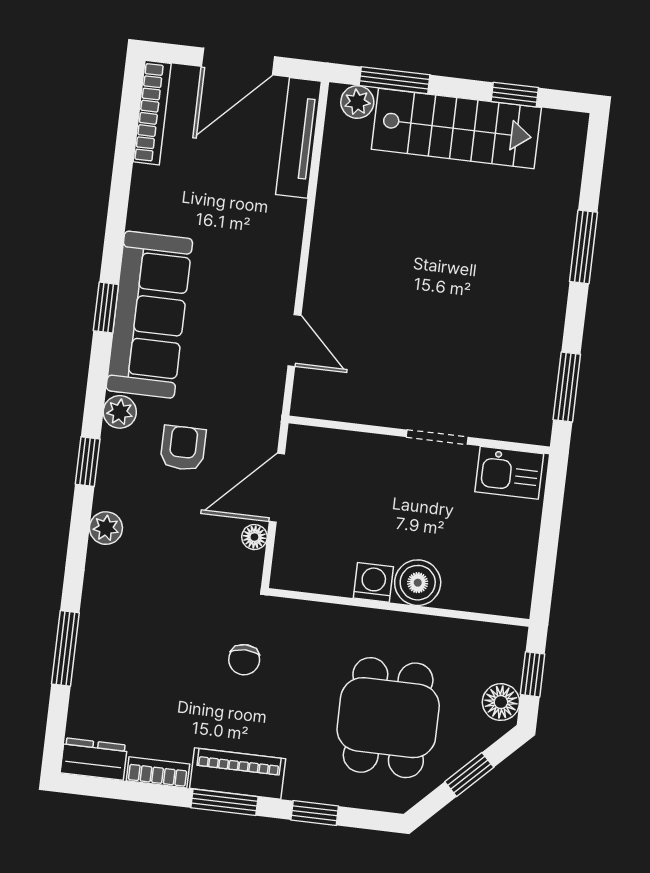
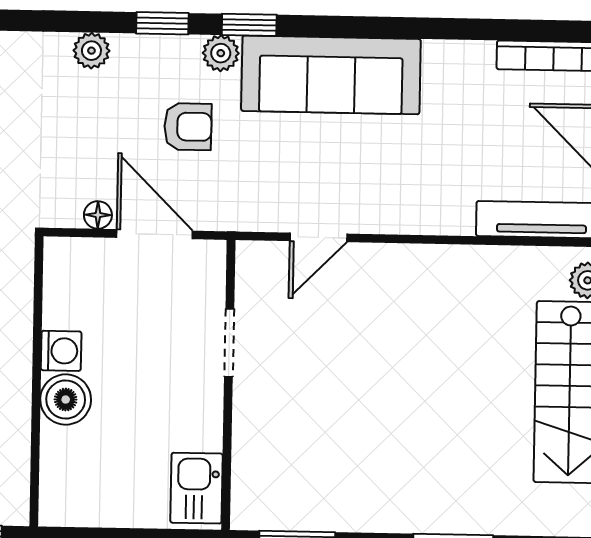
window: (106, 308) -> (249, 25), moved
doorway: (437, 437) -> (229, 343), moved

